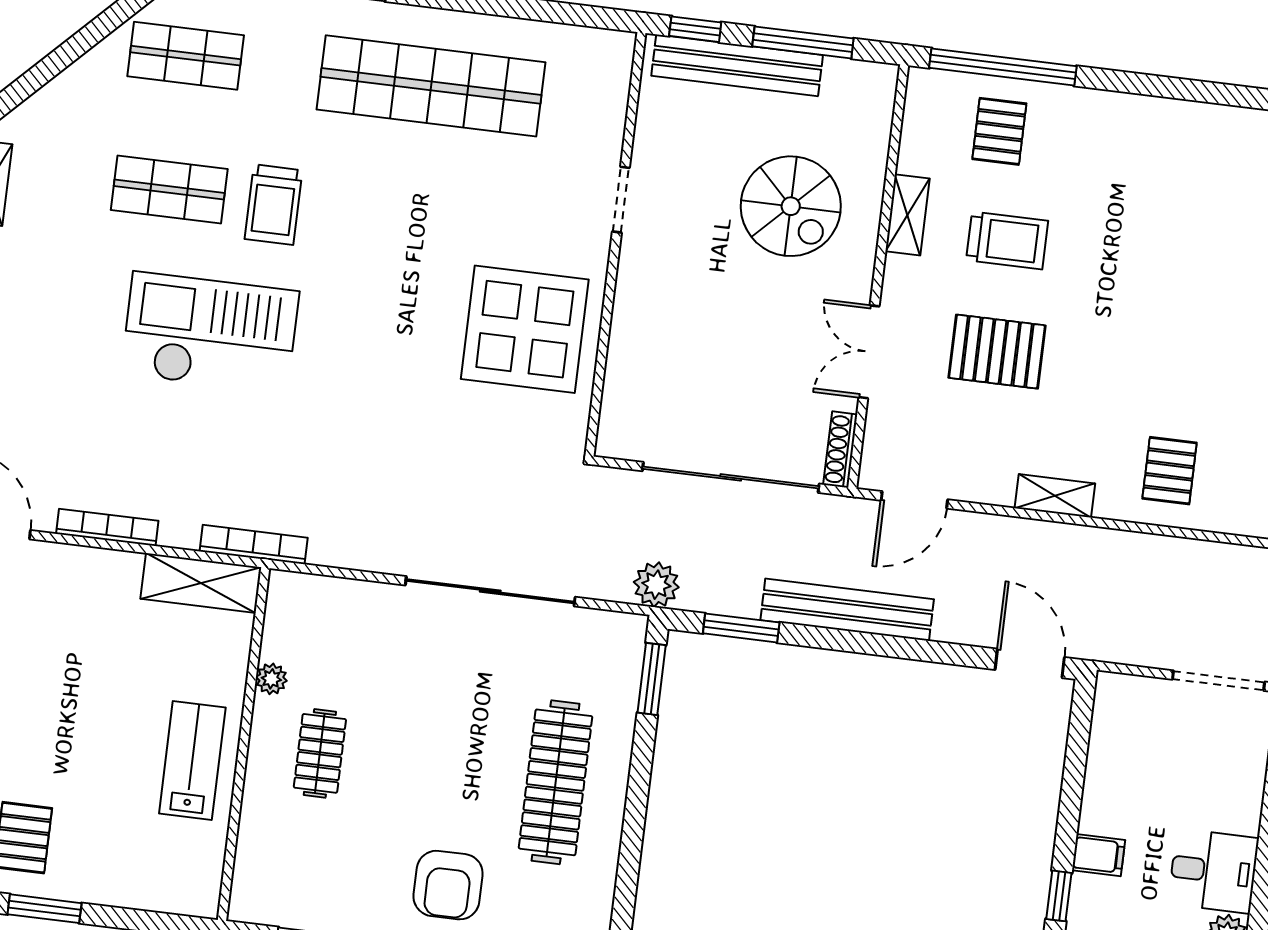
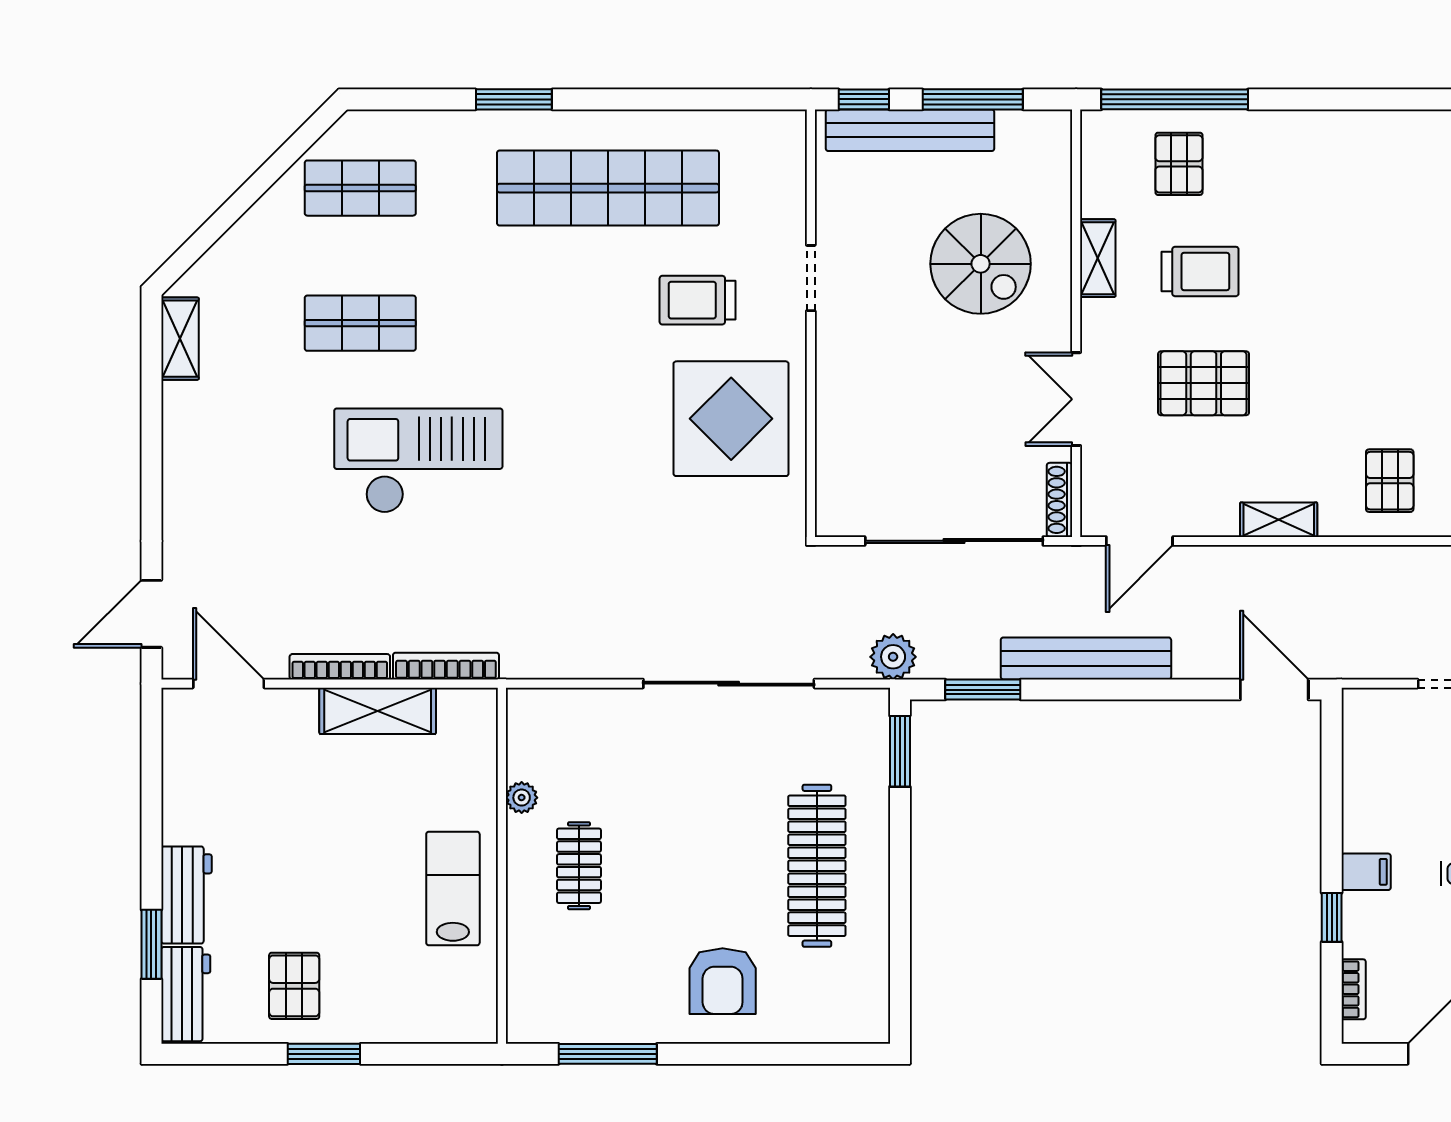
trolley: (274, 205) -> (698, 300), moved, turned 90
bookcase: (254, 545) -> (446, 666), moved
shelving: (201, 583) -> (378, 711), moved

